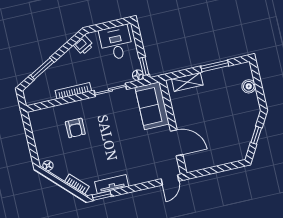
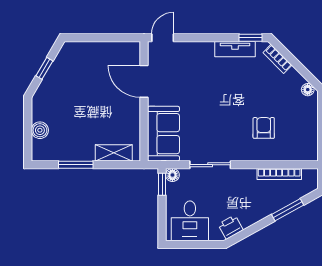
bookcase: (73, 91) -> (279, 174), moved

